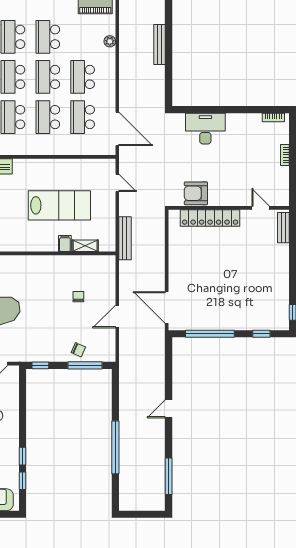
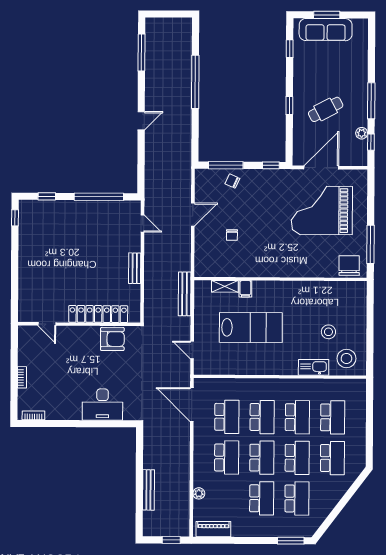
lab bench: (59, 205) -> (251, 328), turned 180
bench: (283, 228) -> (135, 268), moved
door: (167, 308) -> (142, 223), width x0.53
window: (23, 456) -> (289, 105), moved

